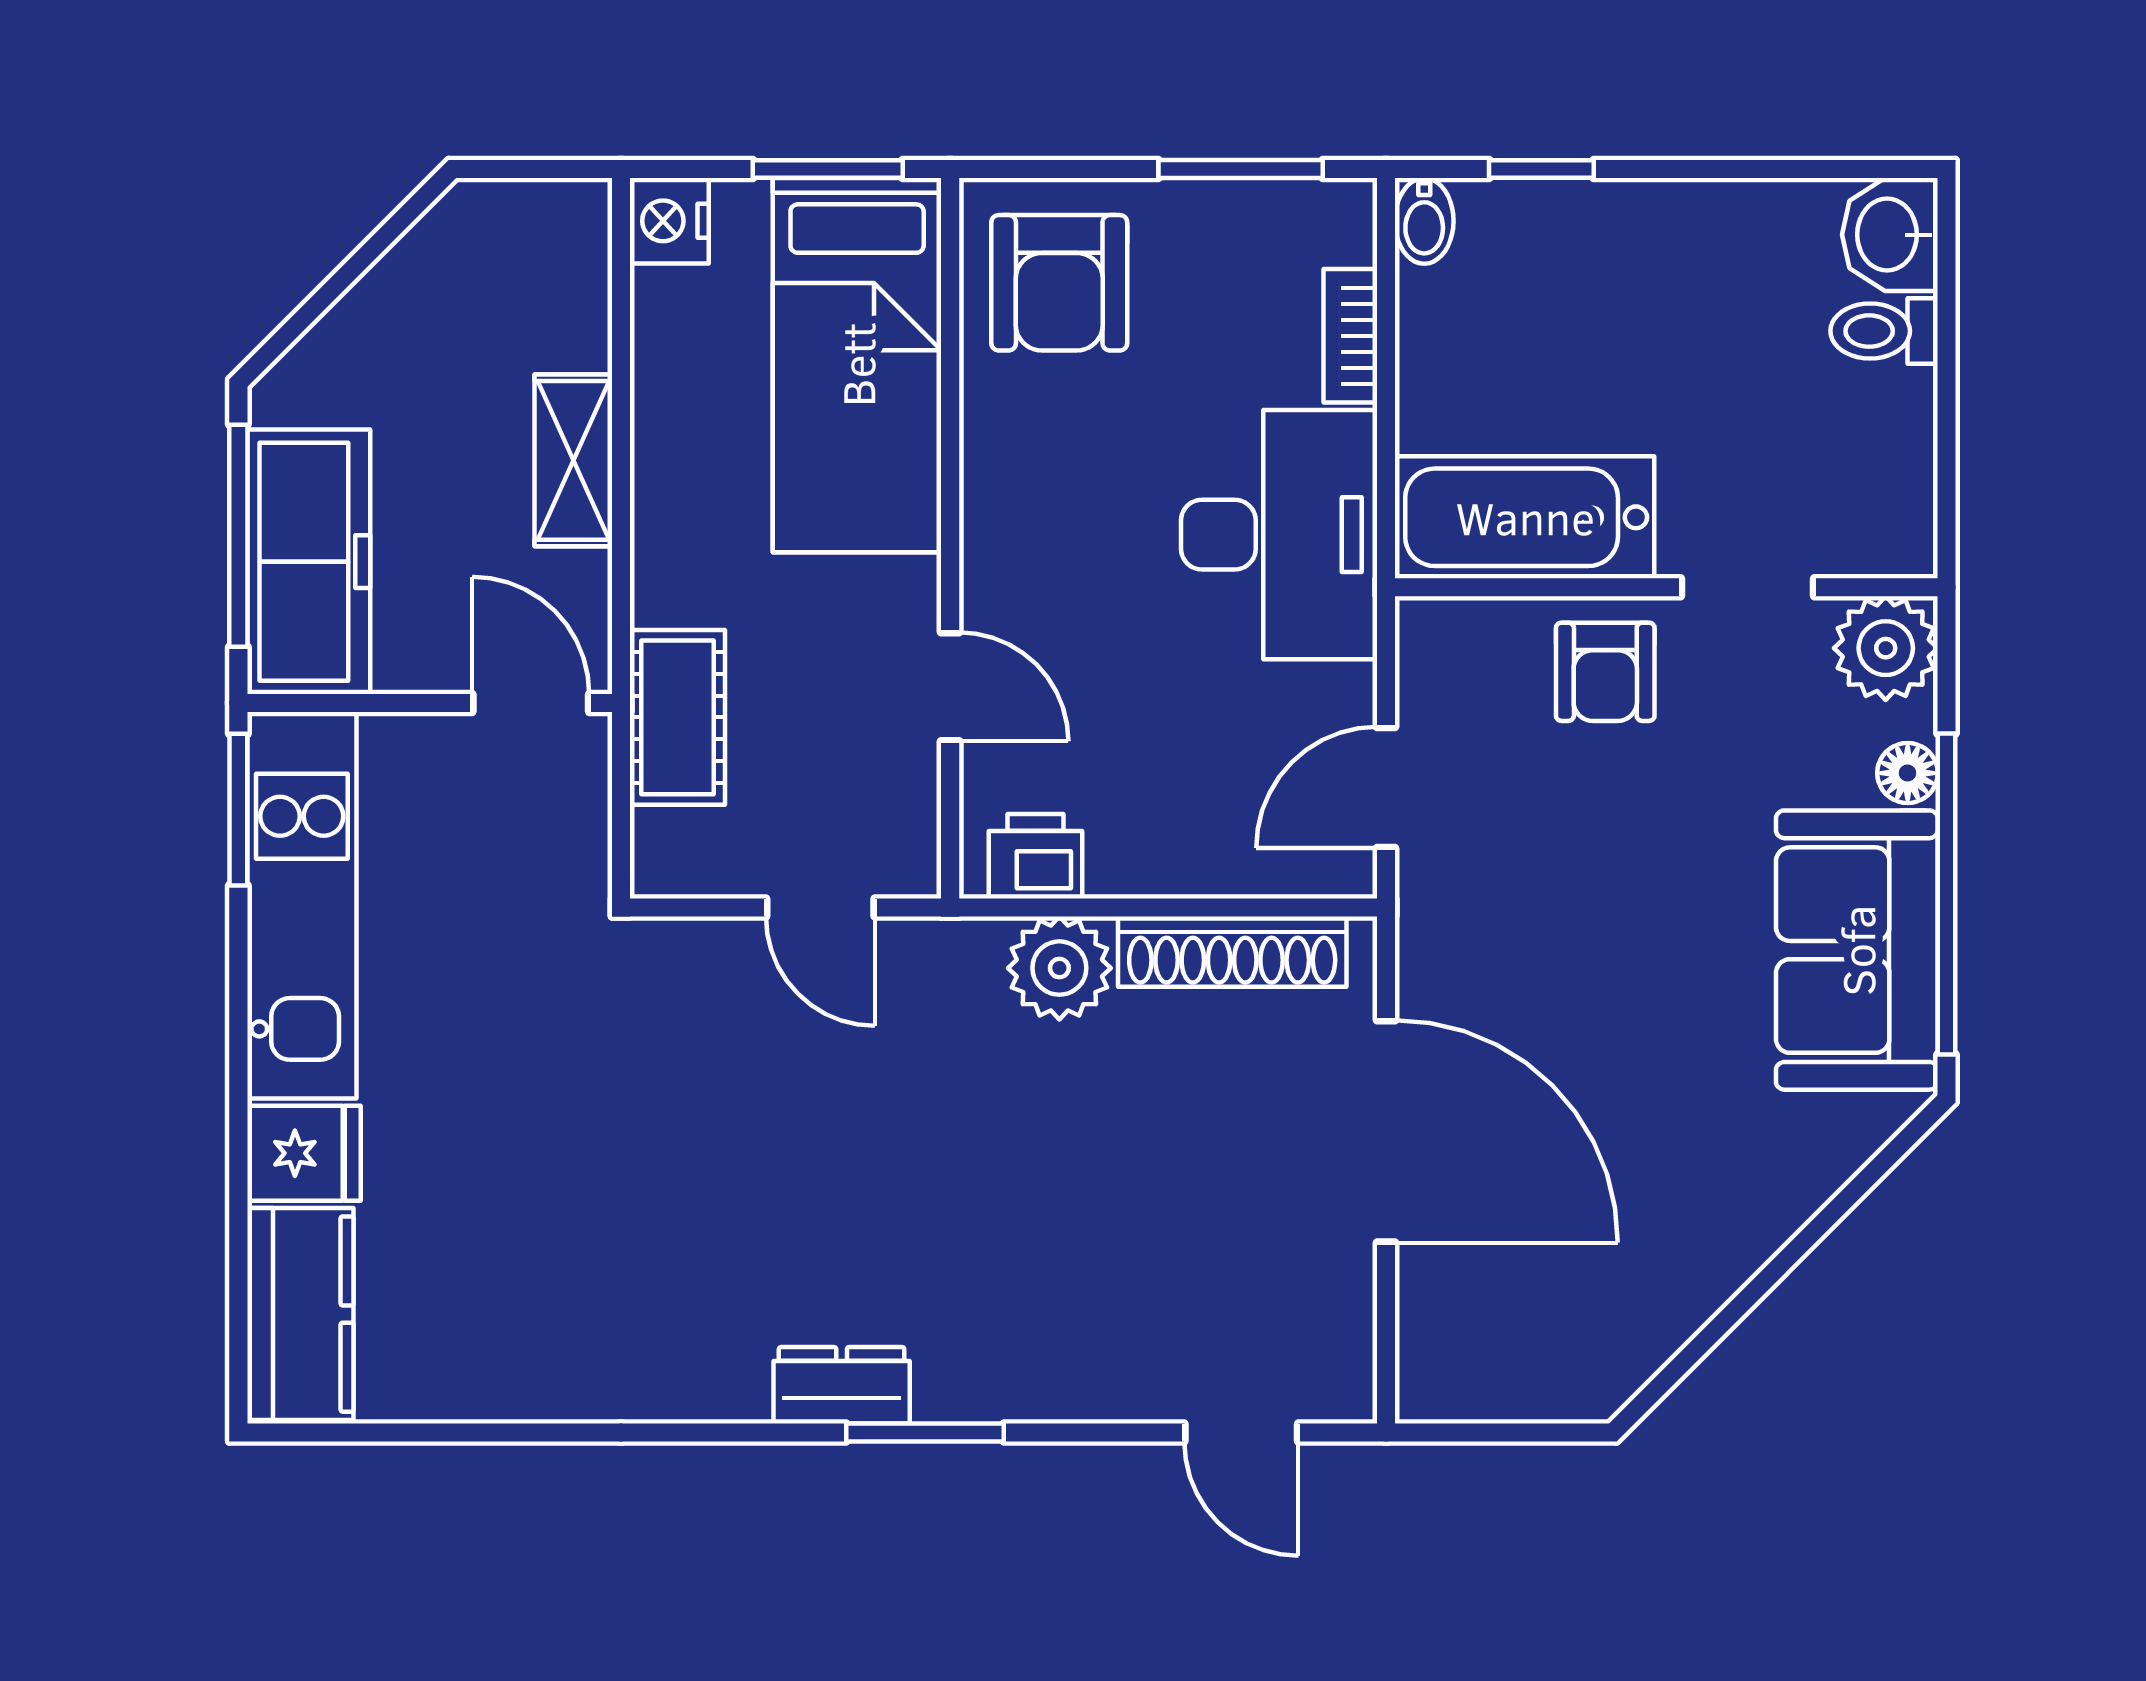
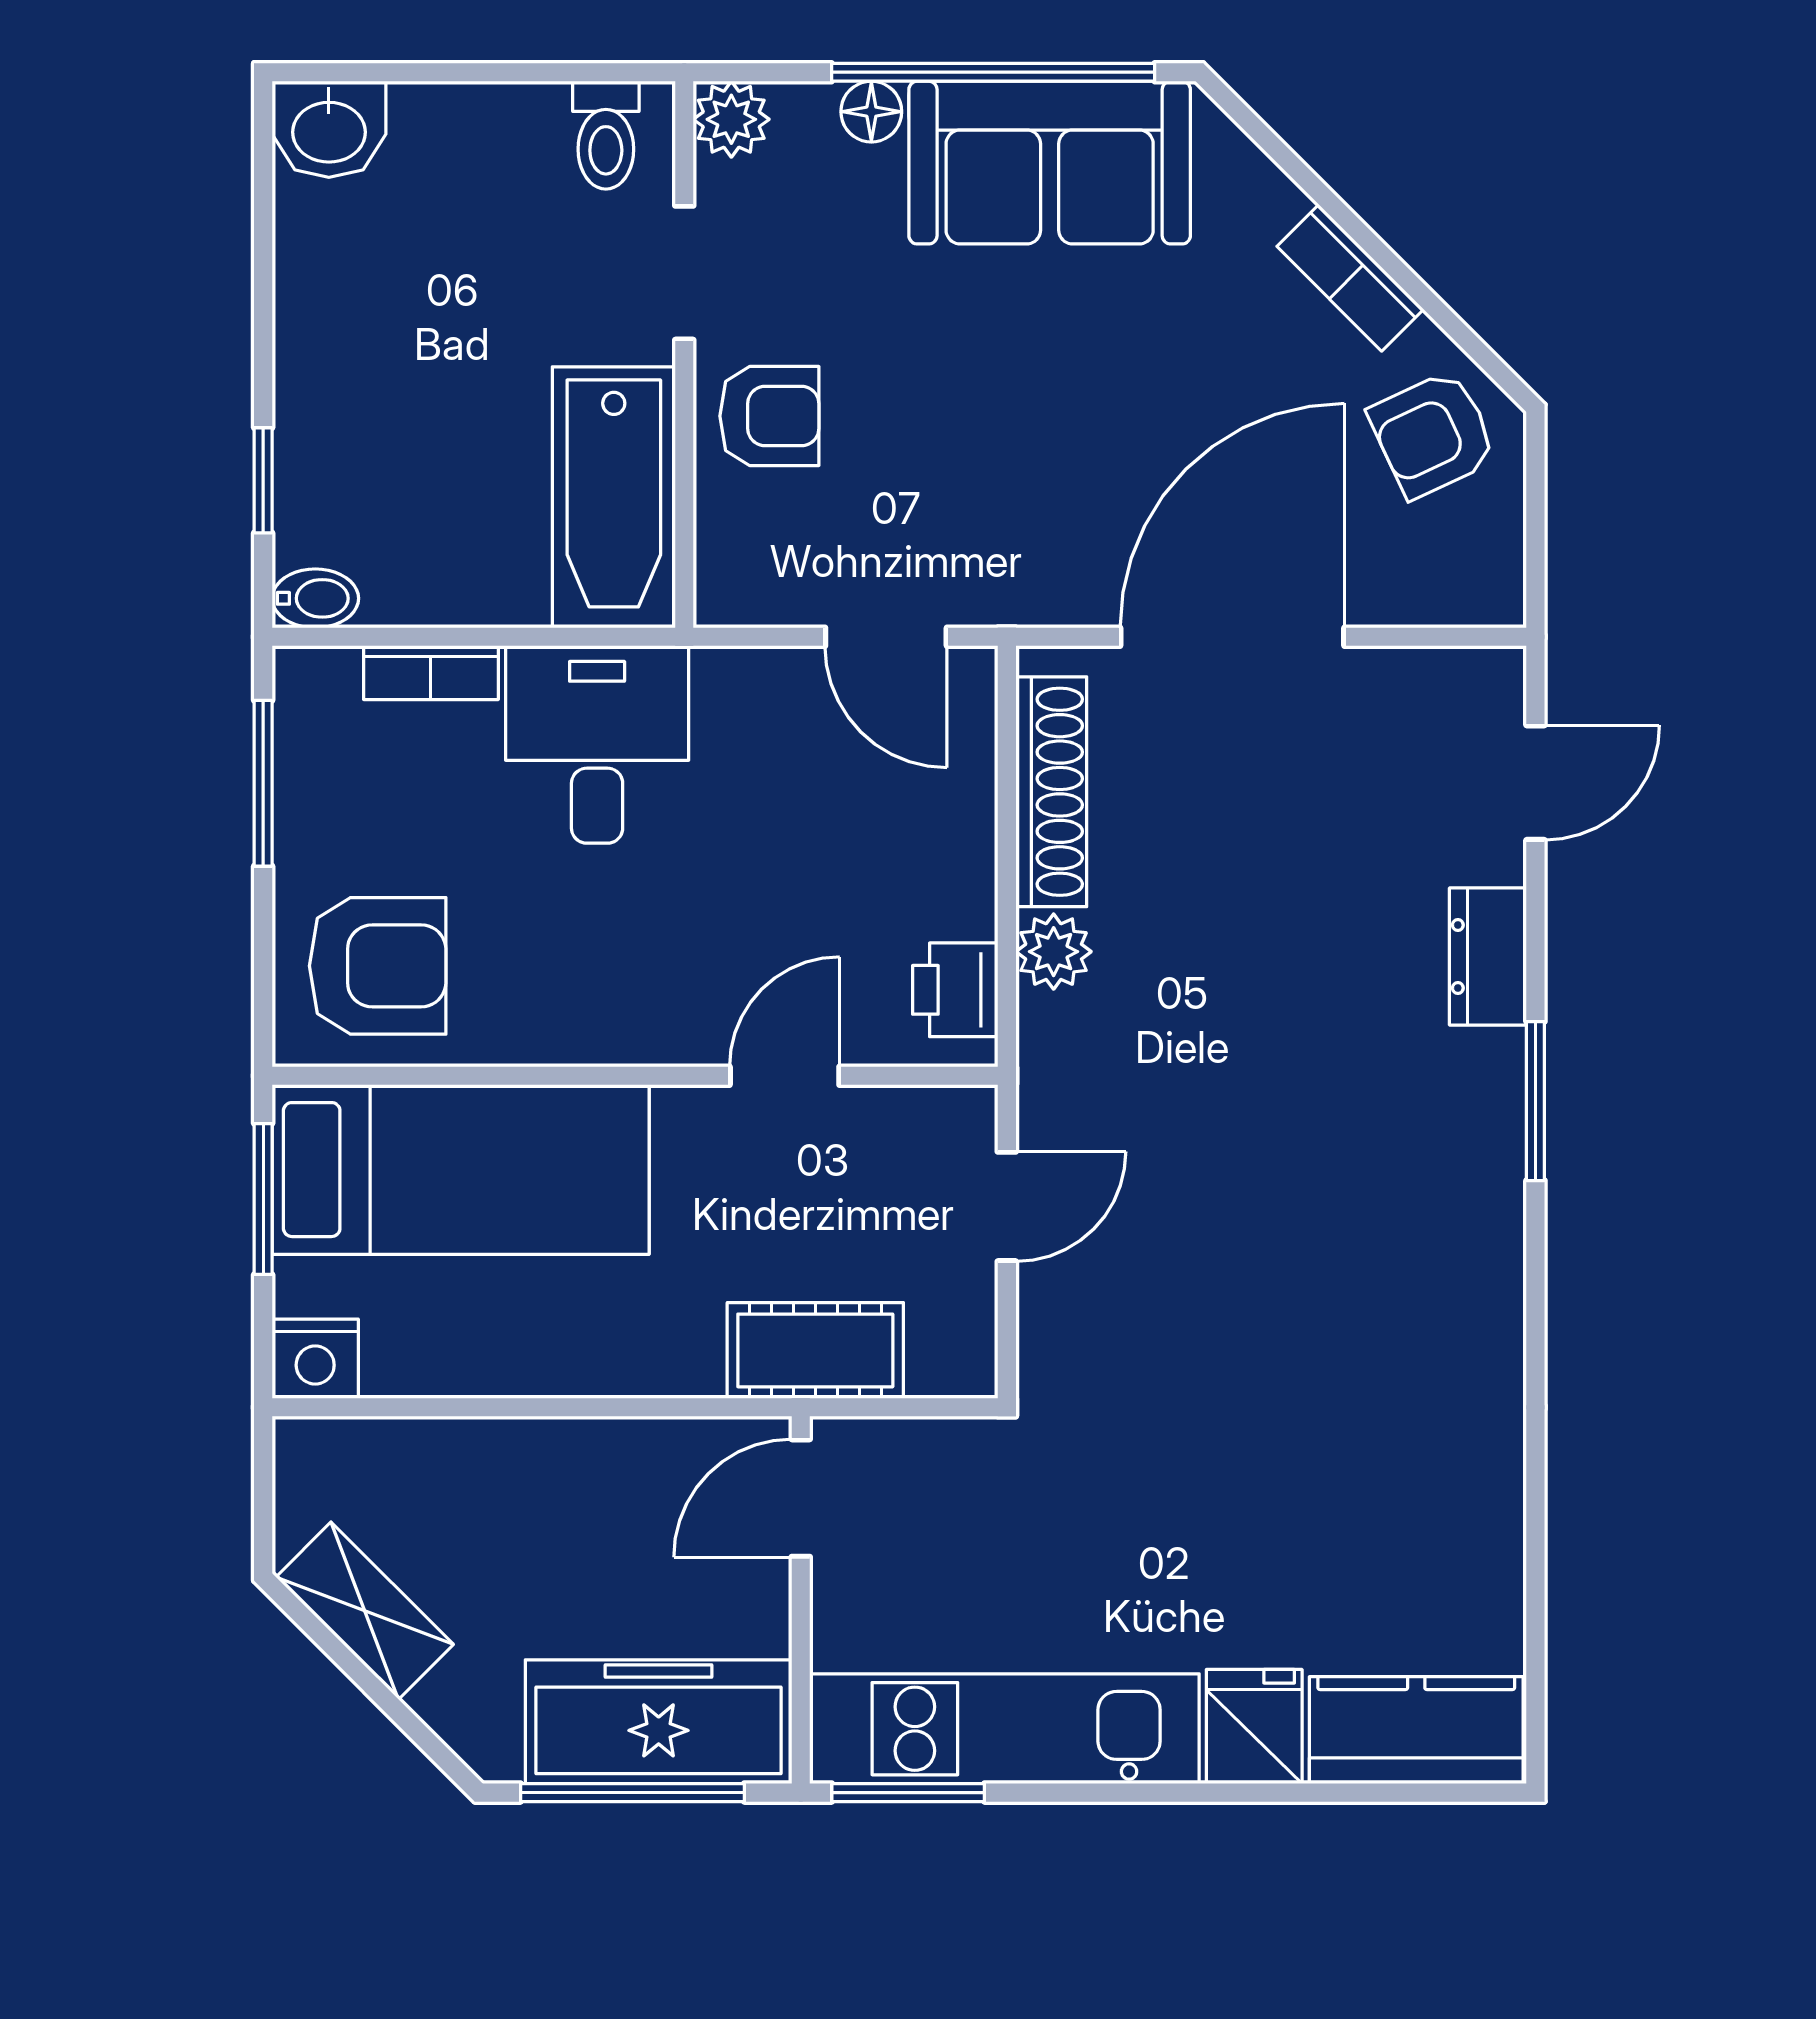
toilet: (1884, 331) -> (606, 135), moved
shelving: (573, 460) -> (365, 1611), moved, turned 45
desk: (1279, 535) -> (597, 744), width x0.73
plant: (1886, 648) -> (731, 119), width x0.73, depth x0.73
plant: (1059, 968) -> (1054, 952), width x0.73, depth x0.73
bookcase: (1742, 1249) -> (1350, 278), added
armchair: (1587, 1331) -> (1433, 434), added
dresser: (842, 1385) -> (1488, 956), moved

